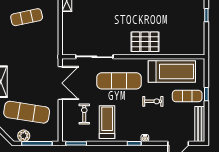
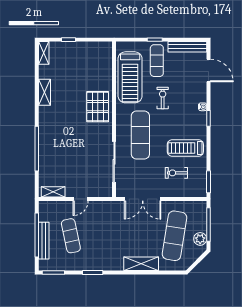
door: (60, 26) -> (81, 199), added
treadmill: (172, 71) -> (130, 77), turned 180
double door: (60, 83) -> (143, 199), swing flipped

